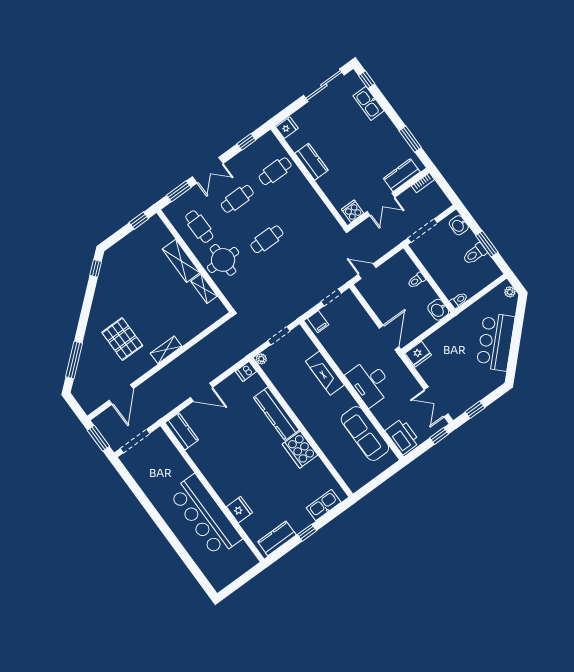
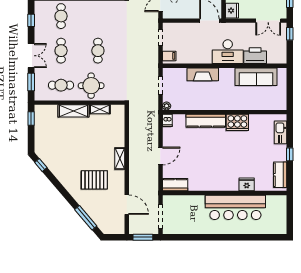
printer: (403, 436) -> (255, 56), moved

